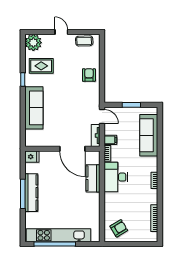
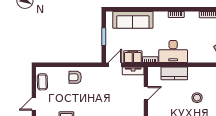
filing cabinet: (110, 140) -> (133, 57), width x2.00
door: (72, 149) -> (146, 93), width x0.53
stool: (68, 202) -> (197, 98), added

